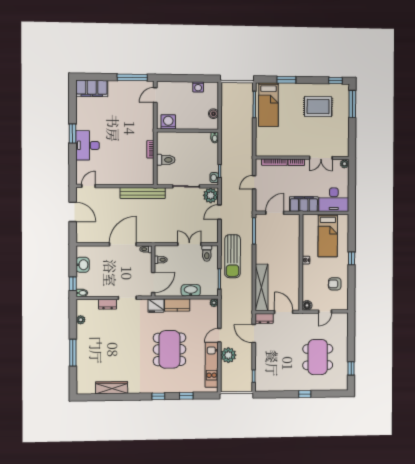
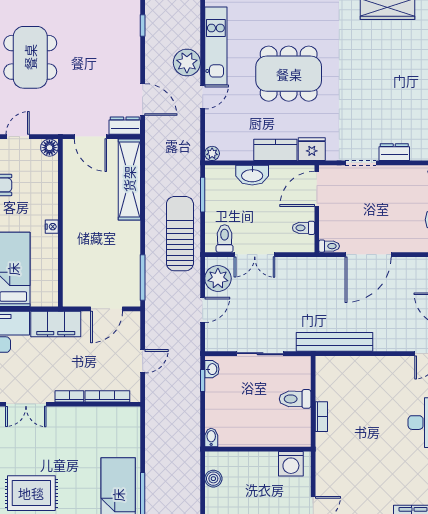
double door: (321, 158) -> (26, 404), swing flipped
plant: (211, 195) -> (218, 278), moved
dining table: (169, 349) -> (289, 74), turned 90

